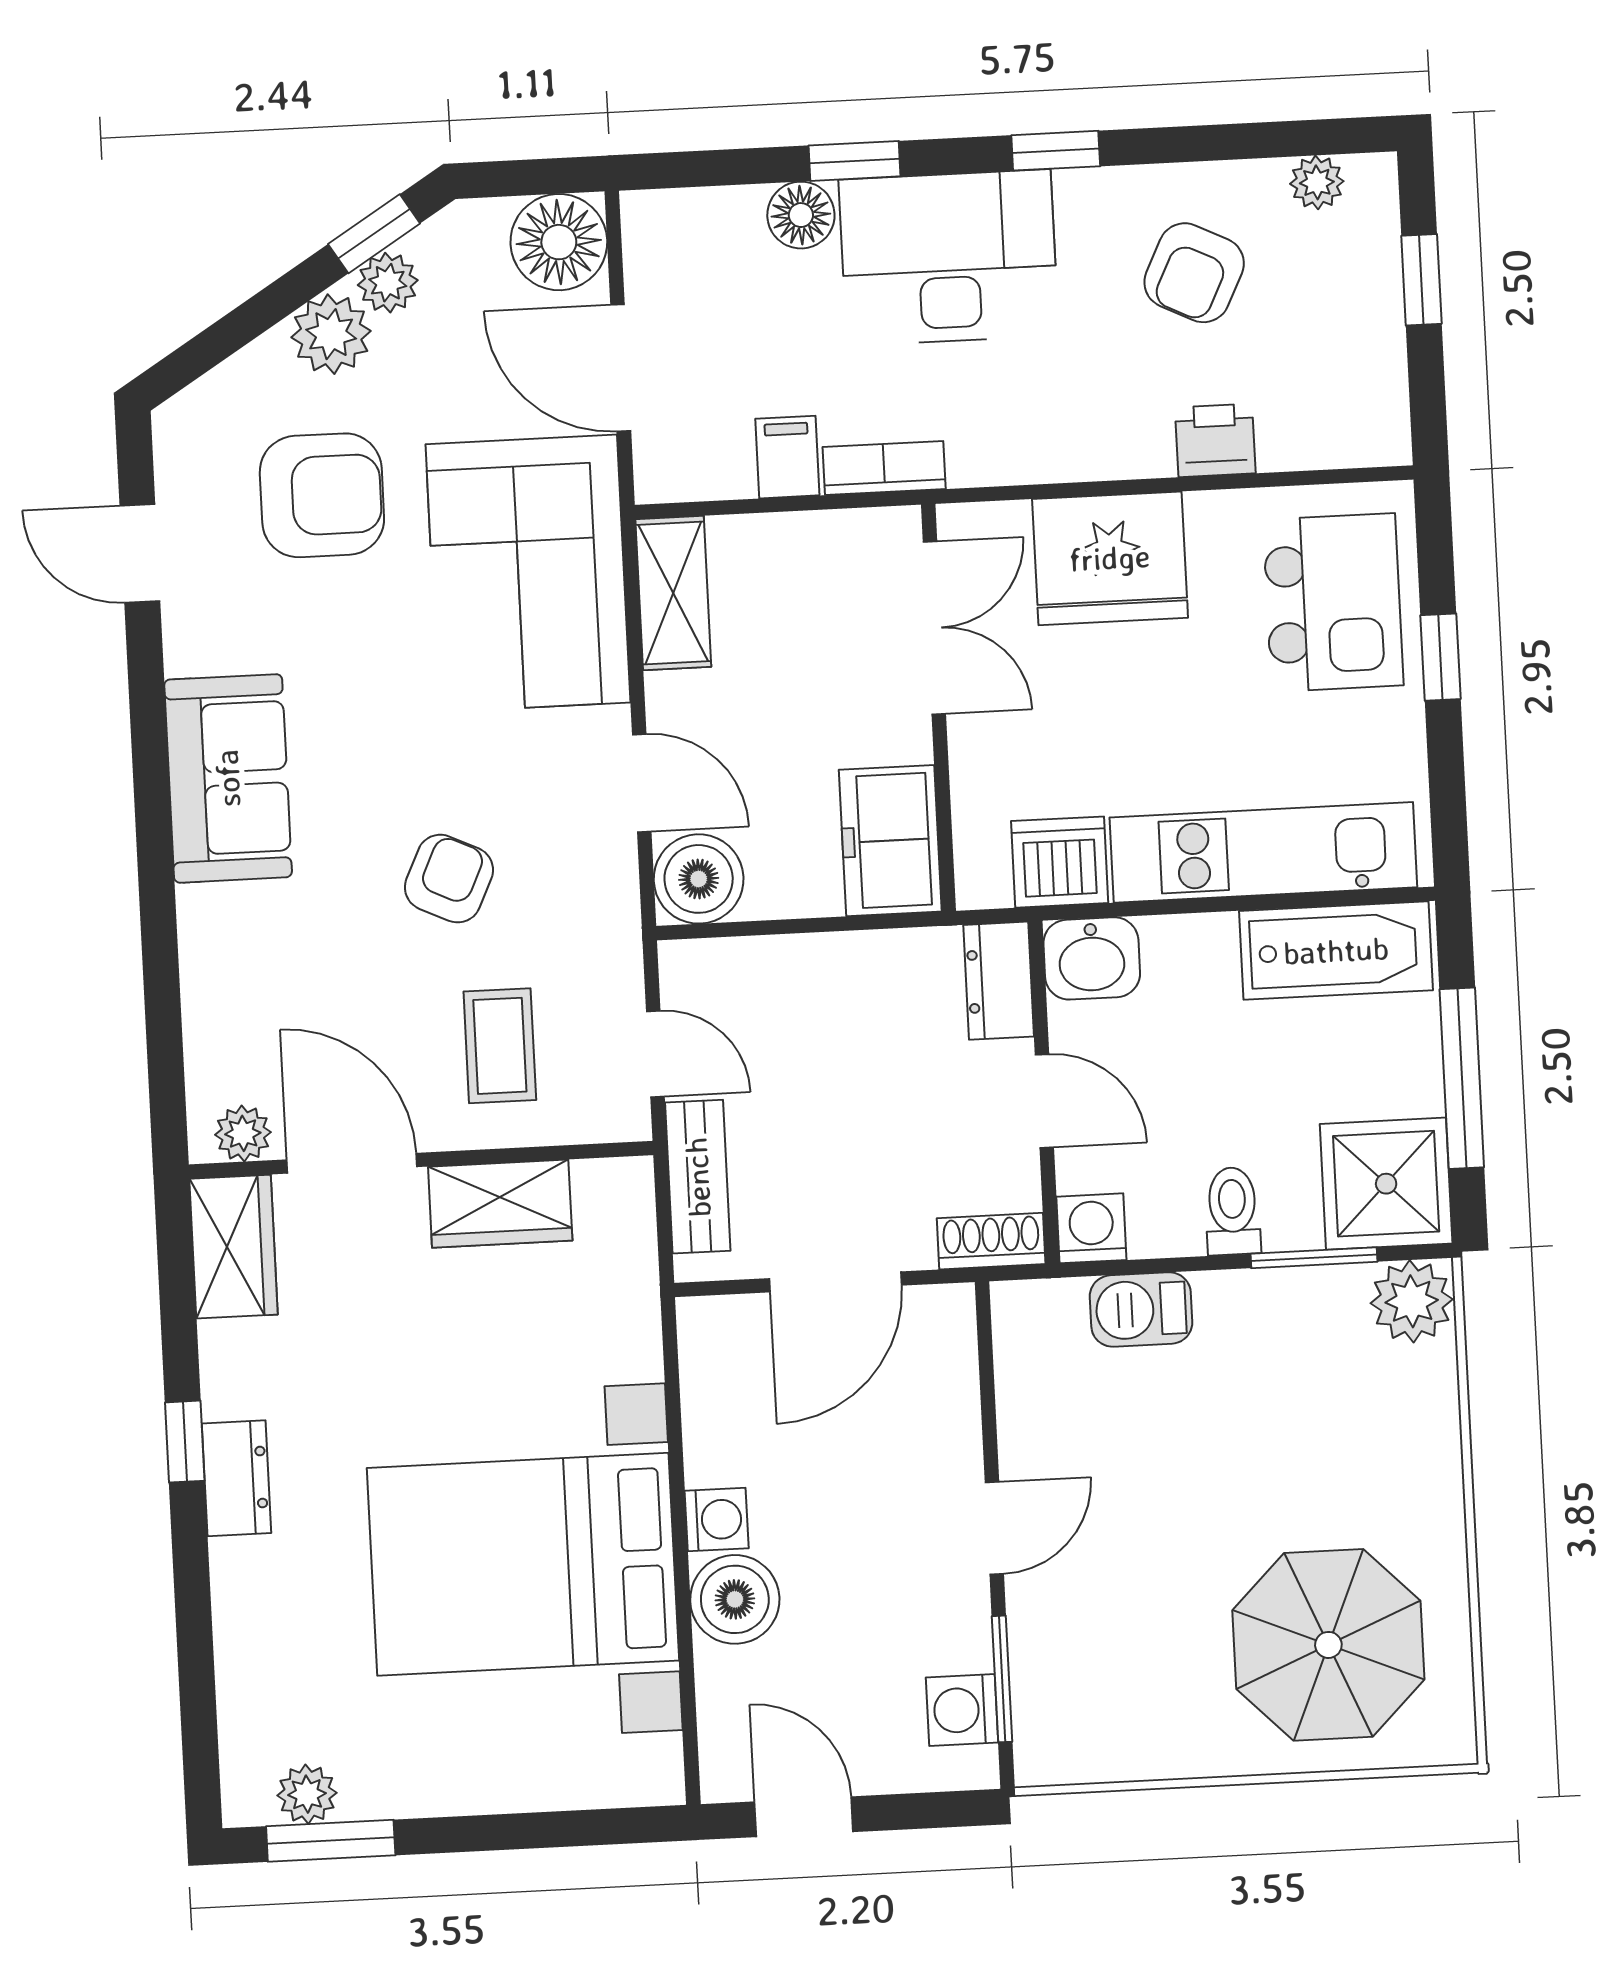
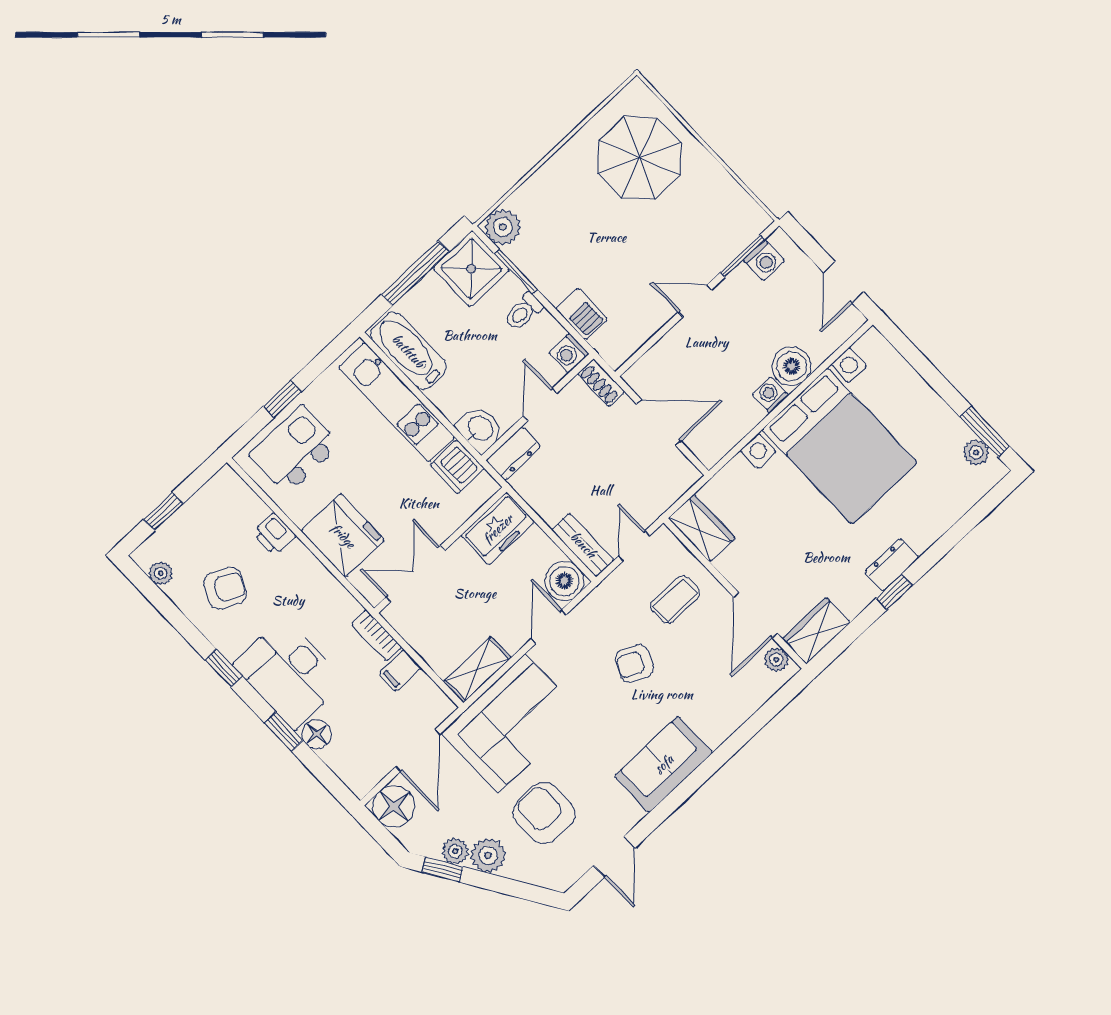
bench: (698, 1177) -> (583, 545), moved, turned 90
wardrobe: (500, 1204) -> (702, 528), moved

